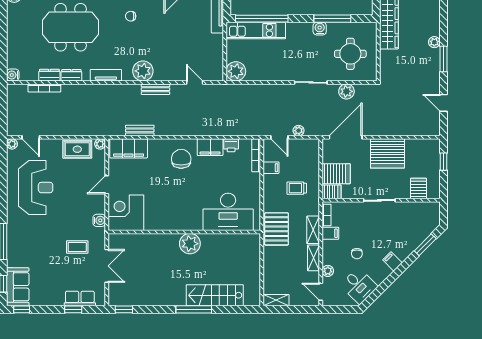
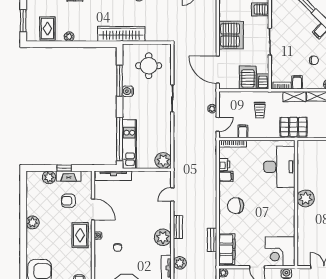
plant: (346, 91) -> (180, 263), moved
filing cabinet: (210, 147) -> (226, 177), width x0.50

